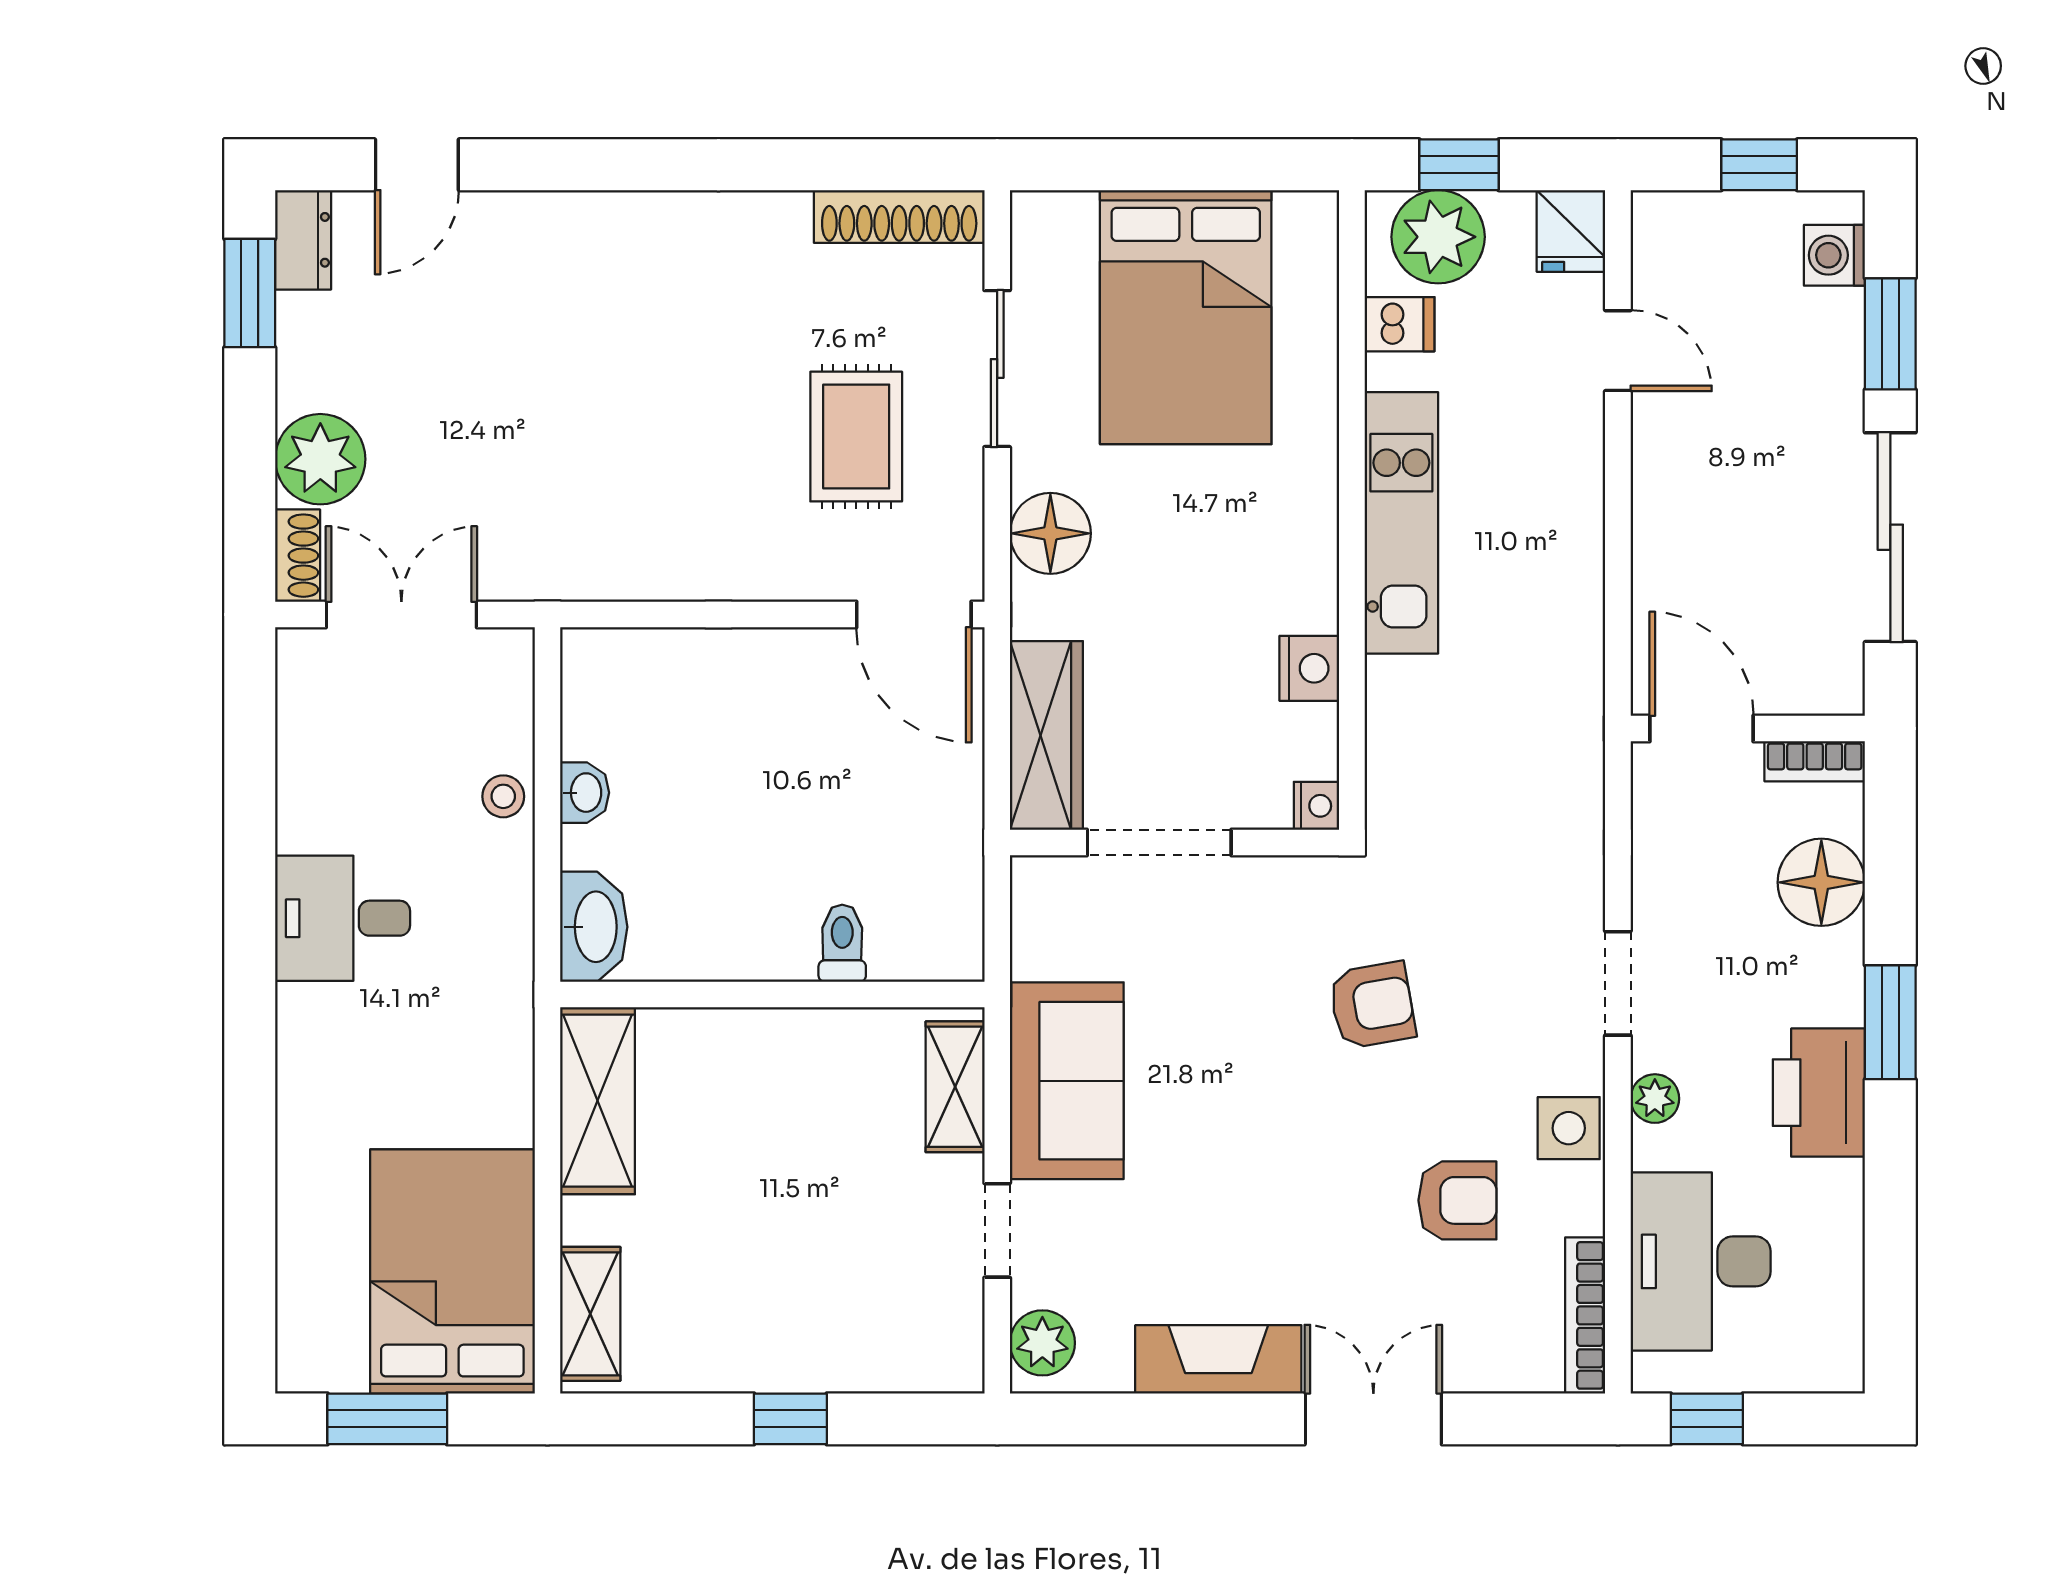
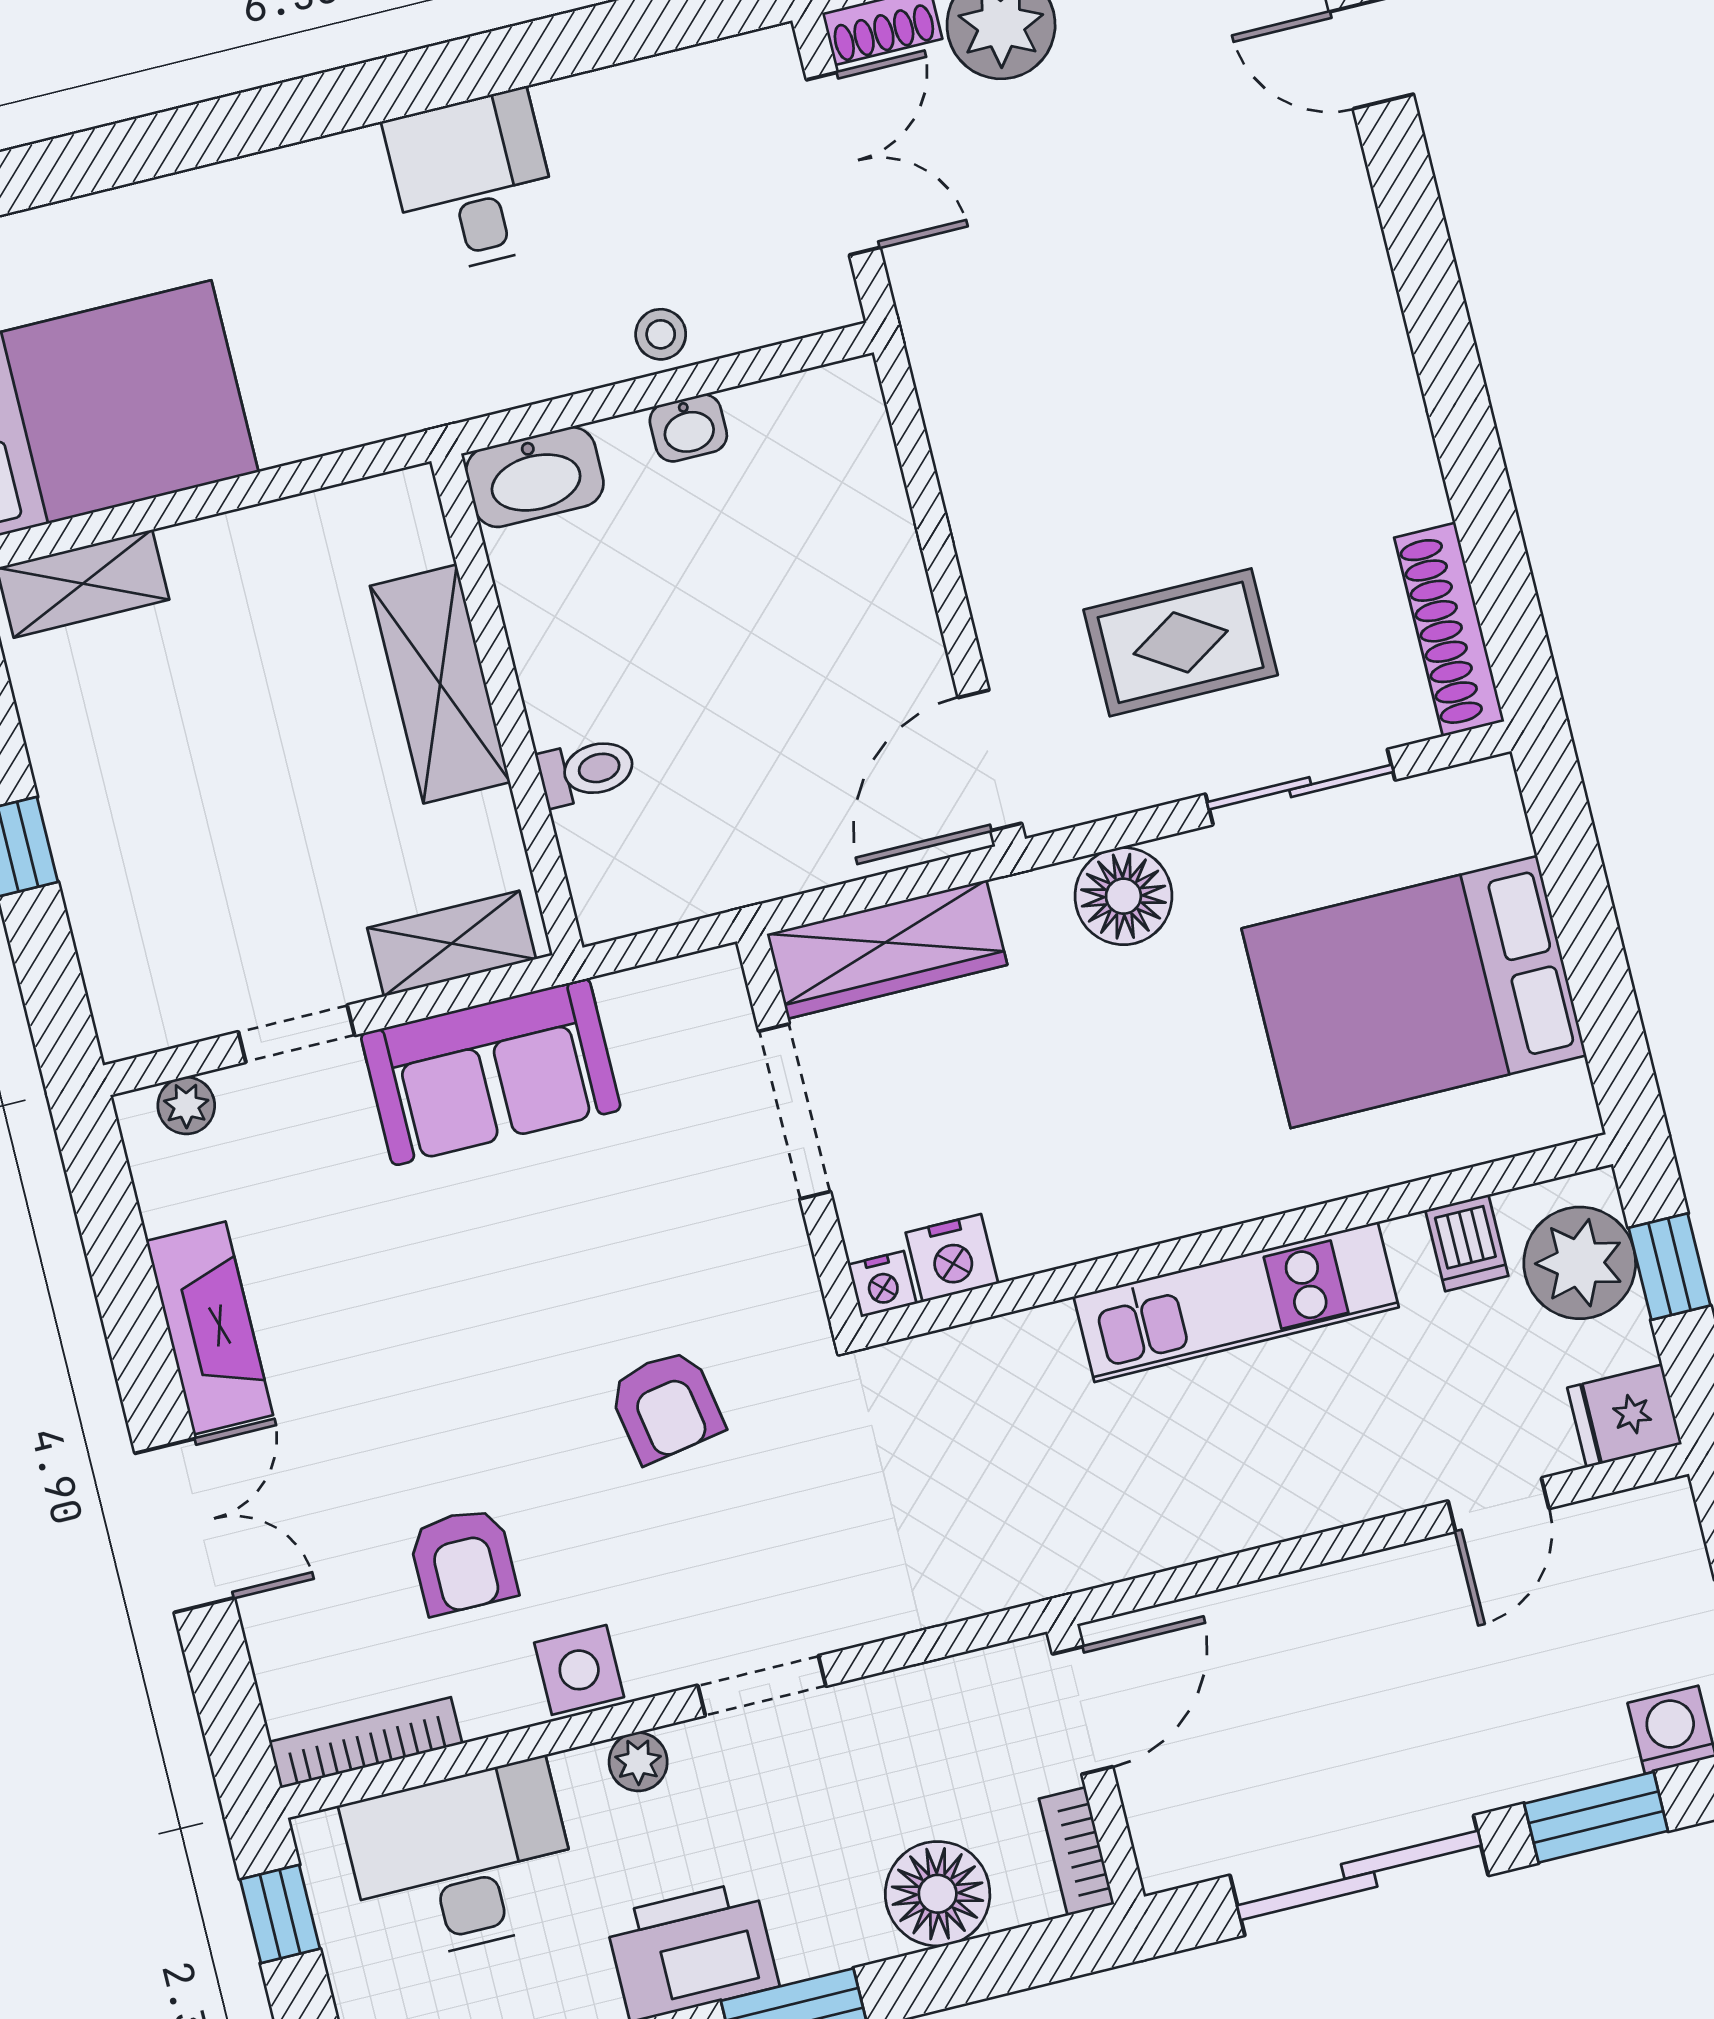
nightstand: (1309, 668) -> (952, 1258), moved
shelving: (598, 1101) -> (440, 684), moved, turned 90
plant: (1042, 1343) -> (186, 1106), width x0.73, depth x0.73

